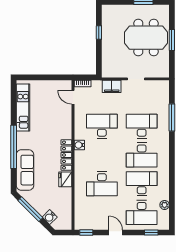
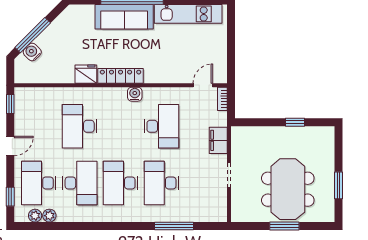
desk: (142, 126) -> (161, 183), turned 180
sofa: (25, 170) -> (124, 17), moved
window: (30, 209) -> (33, 35), moved
plant: (165, 215) -> (35, 216), added

